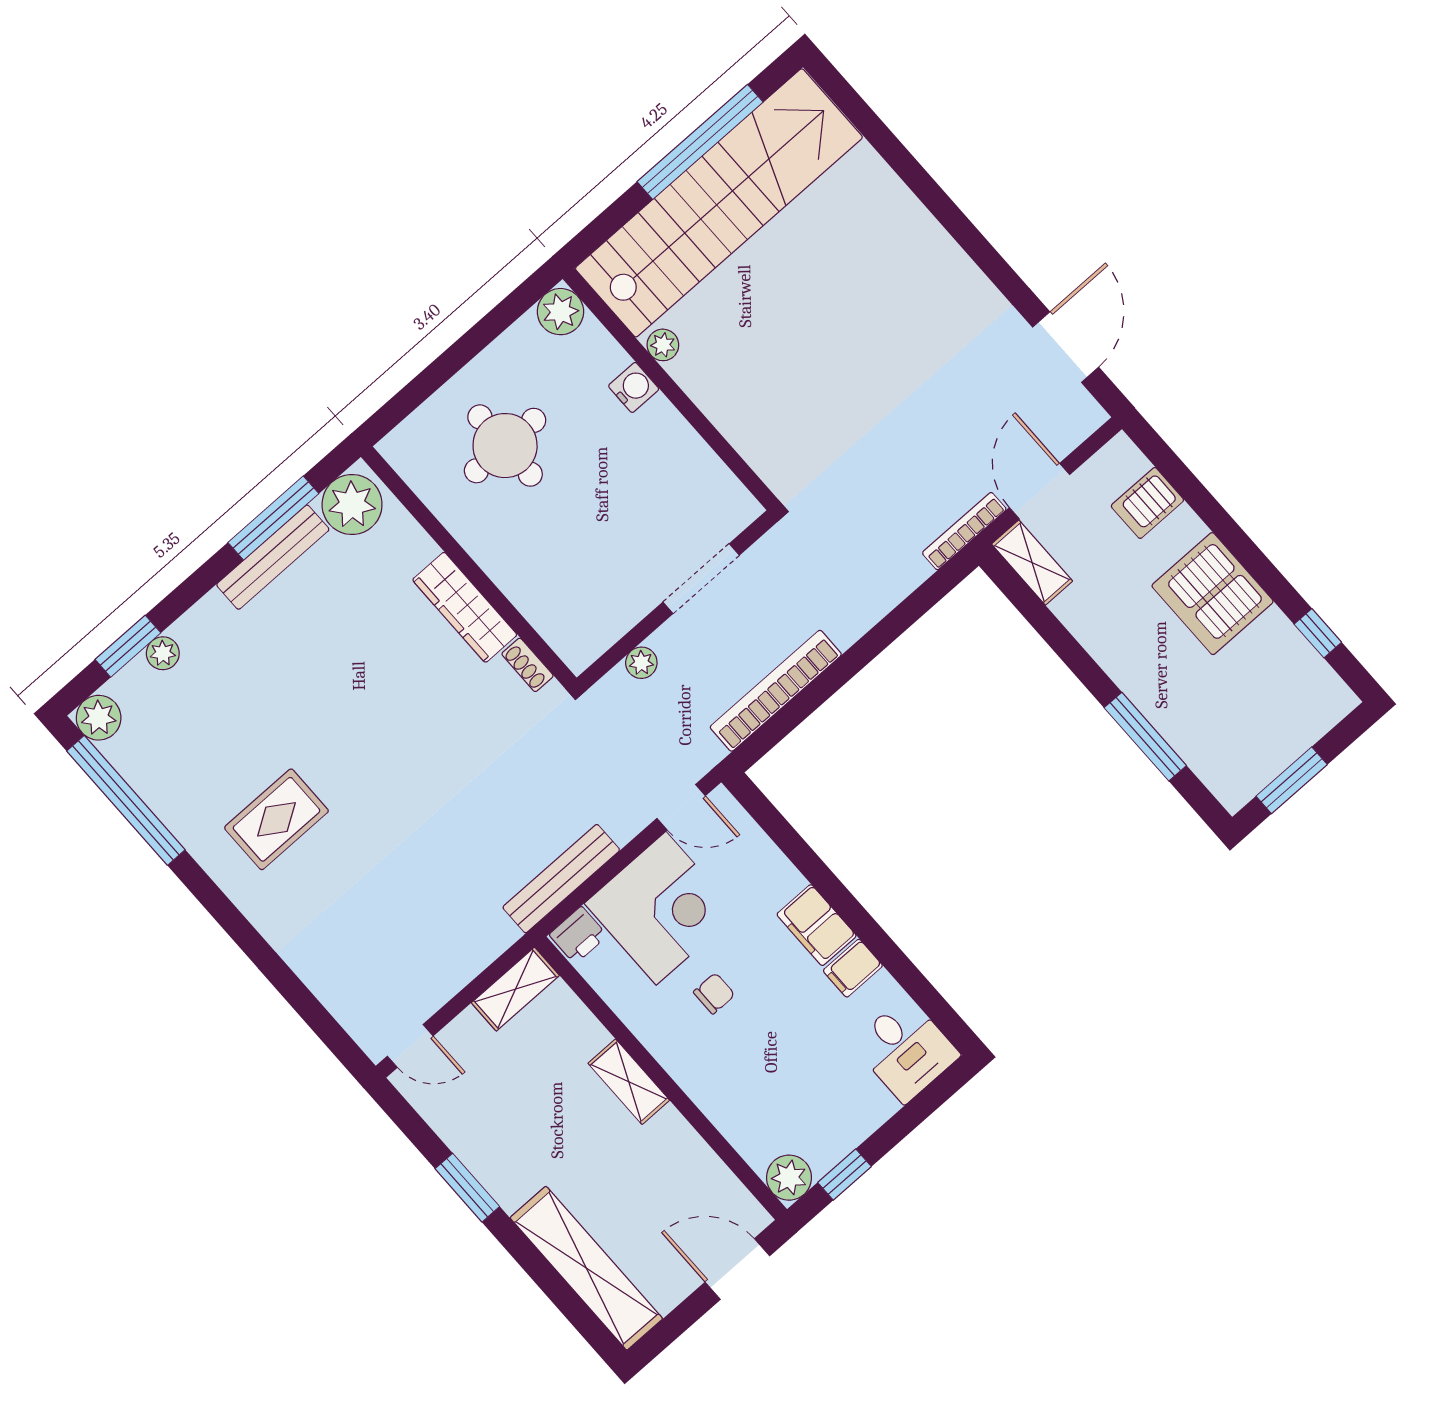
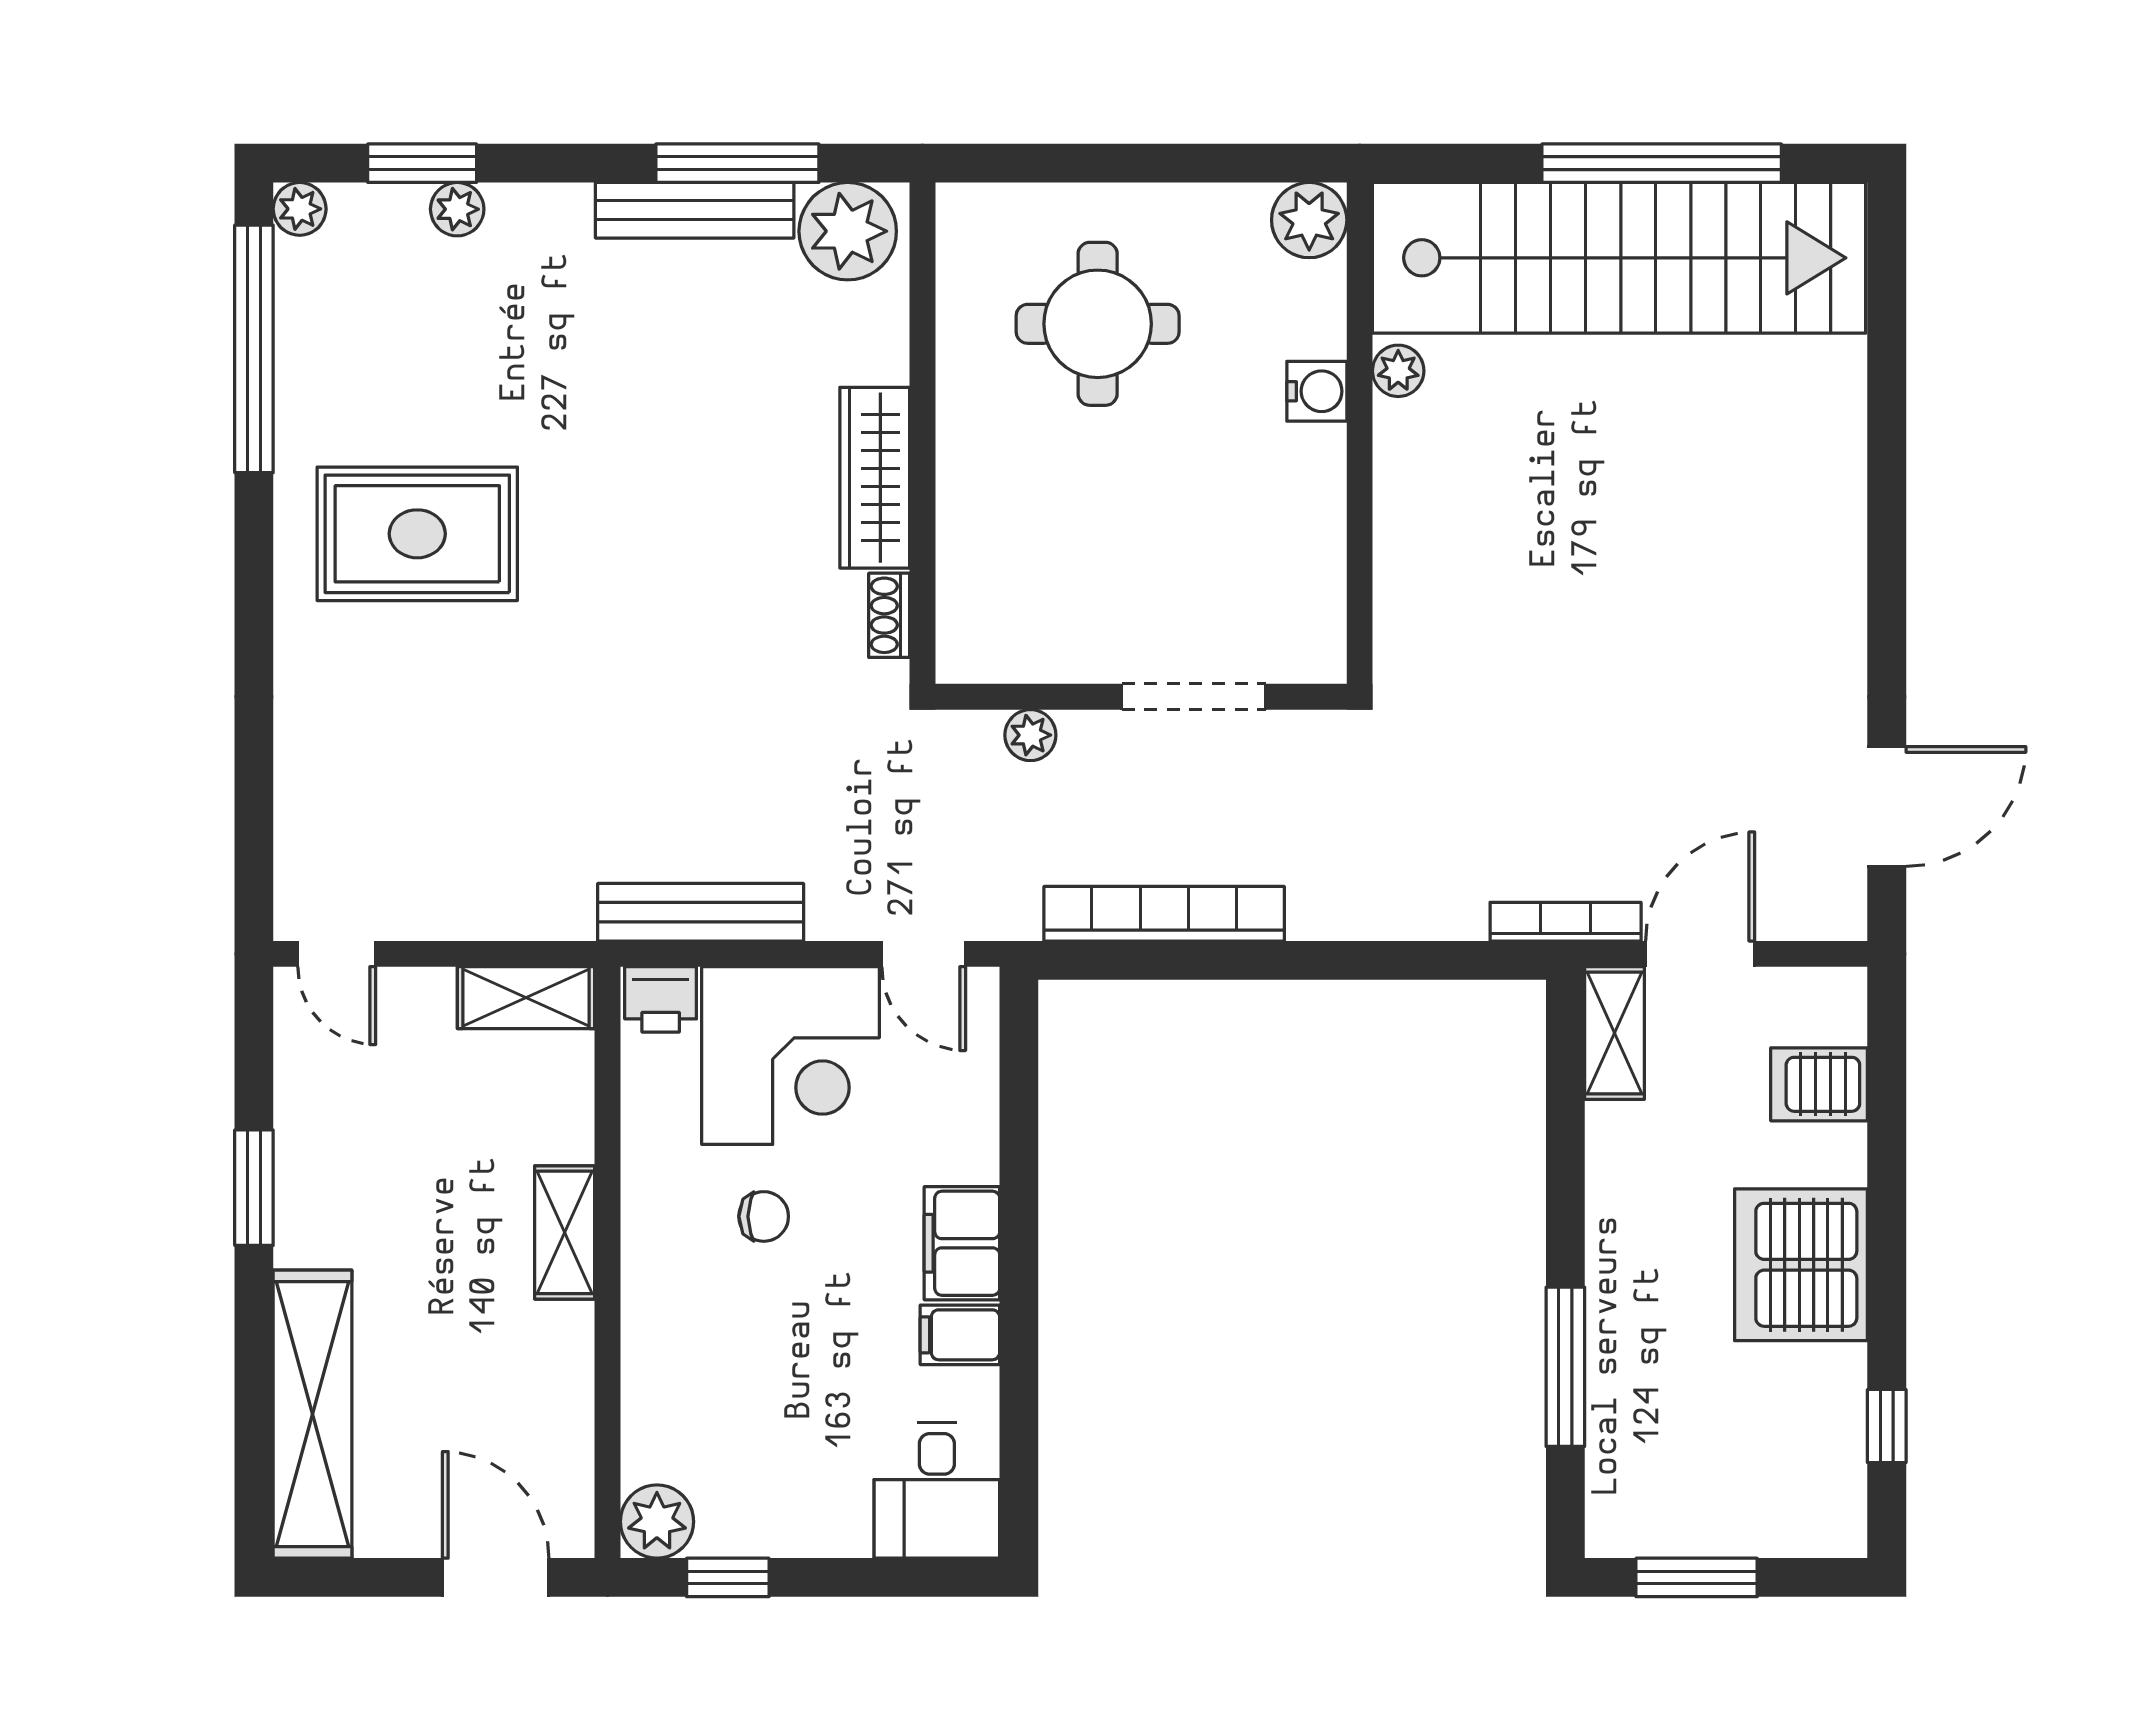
plant: (99, 718) -> (300, 209), width x0.73, depth x0.73
rug: (276, 819) -> (417, 534), width x1.36, depth x1.43

